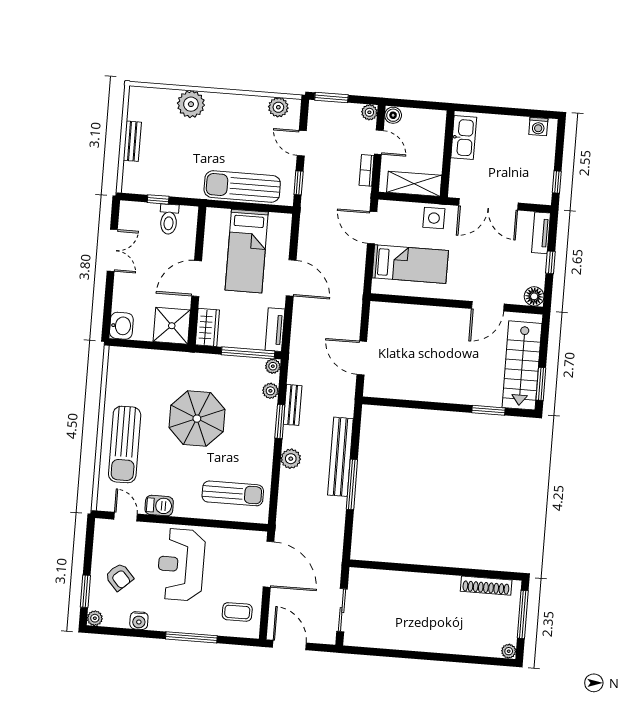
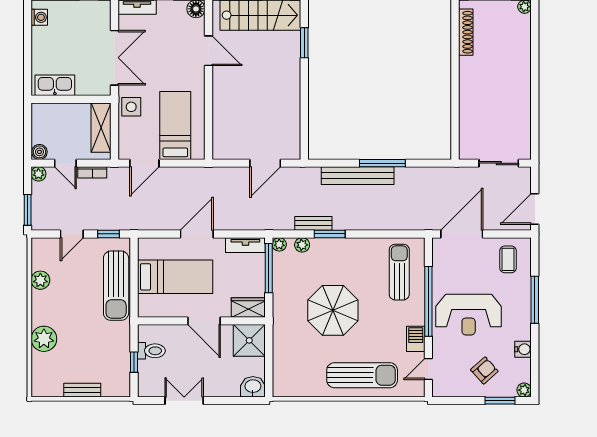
plant: (278, 107) -> (40, 280), moved
door: (379, 142) -> (65, 163), swing flipped
plant: (291, 459) -> (363, 221), removed
window: (199, 522) -> (428, 301), added

